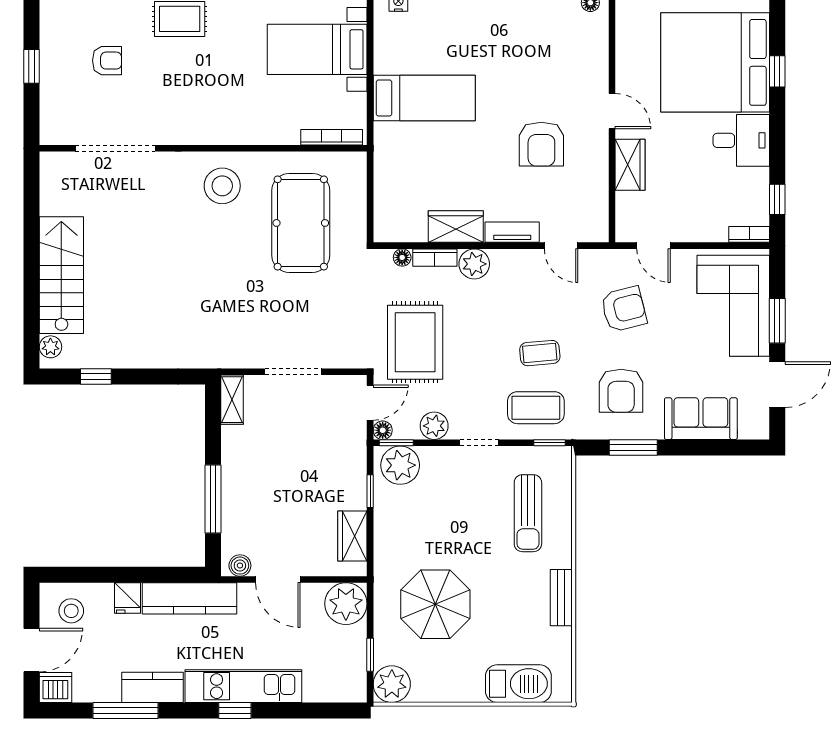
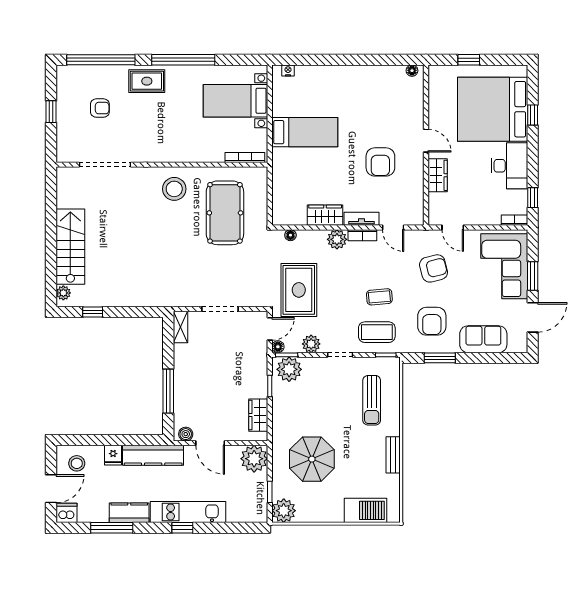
desk: (741, 140) -> (509, 166), width x1.37
bookcase: (435, 258) -> (362, 235), moved

